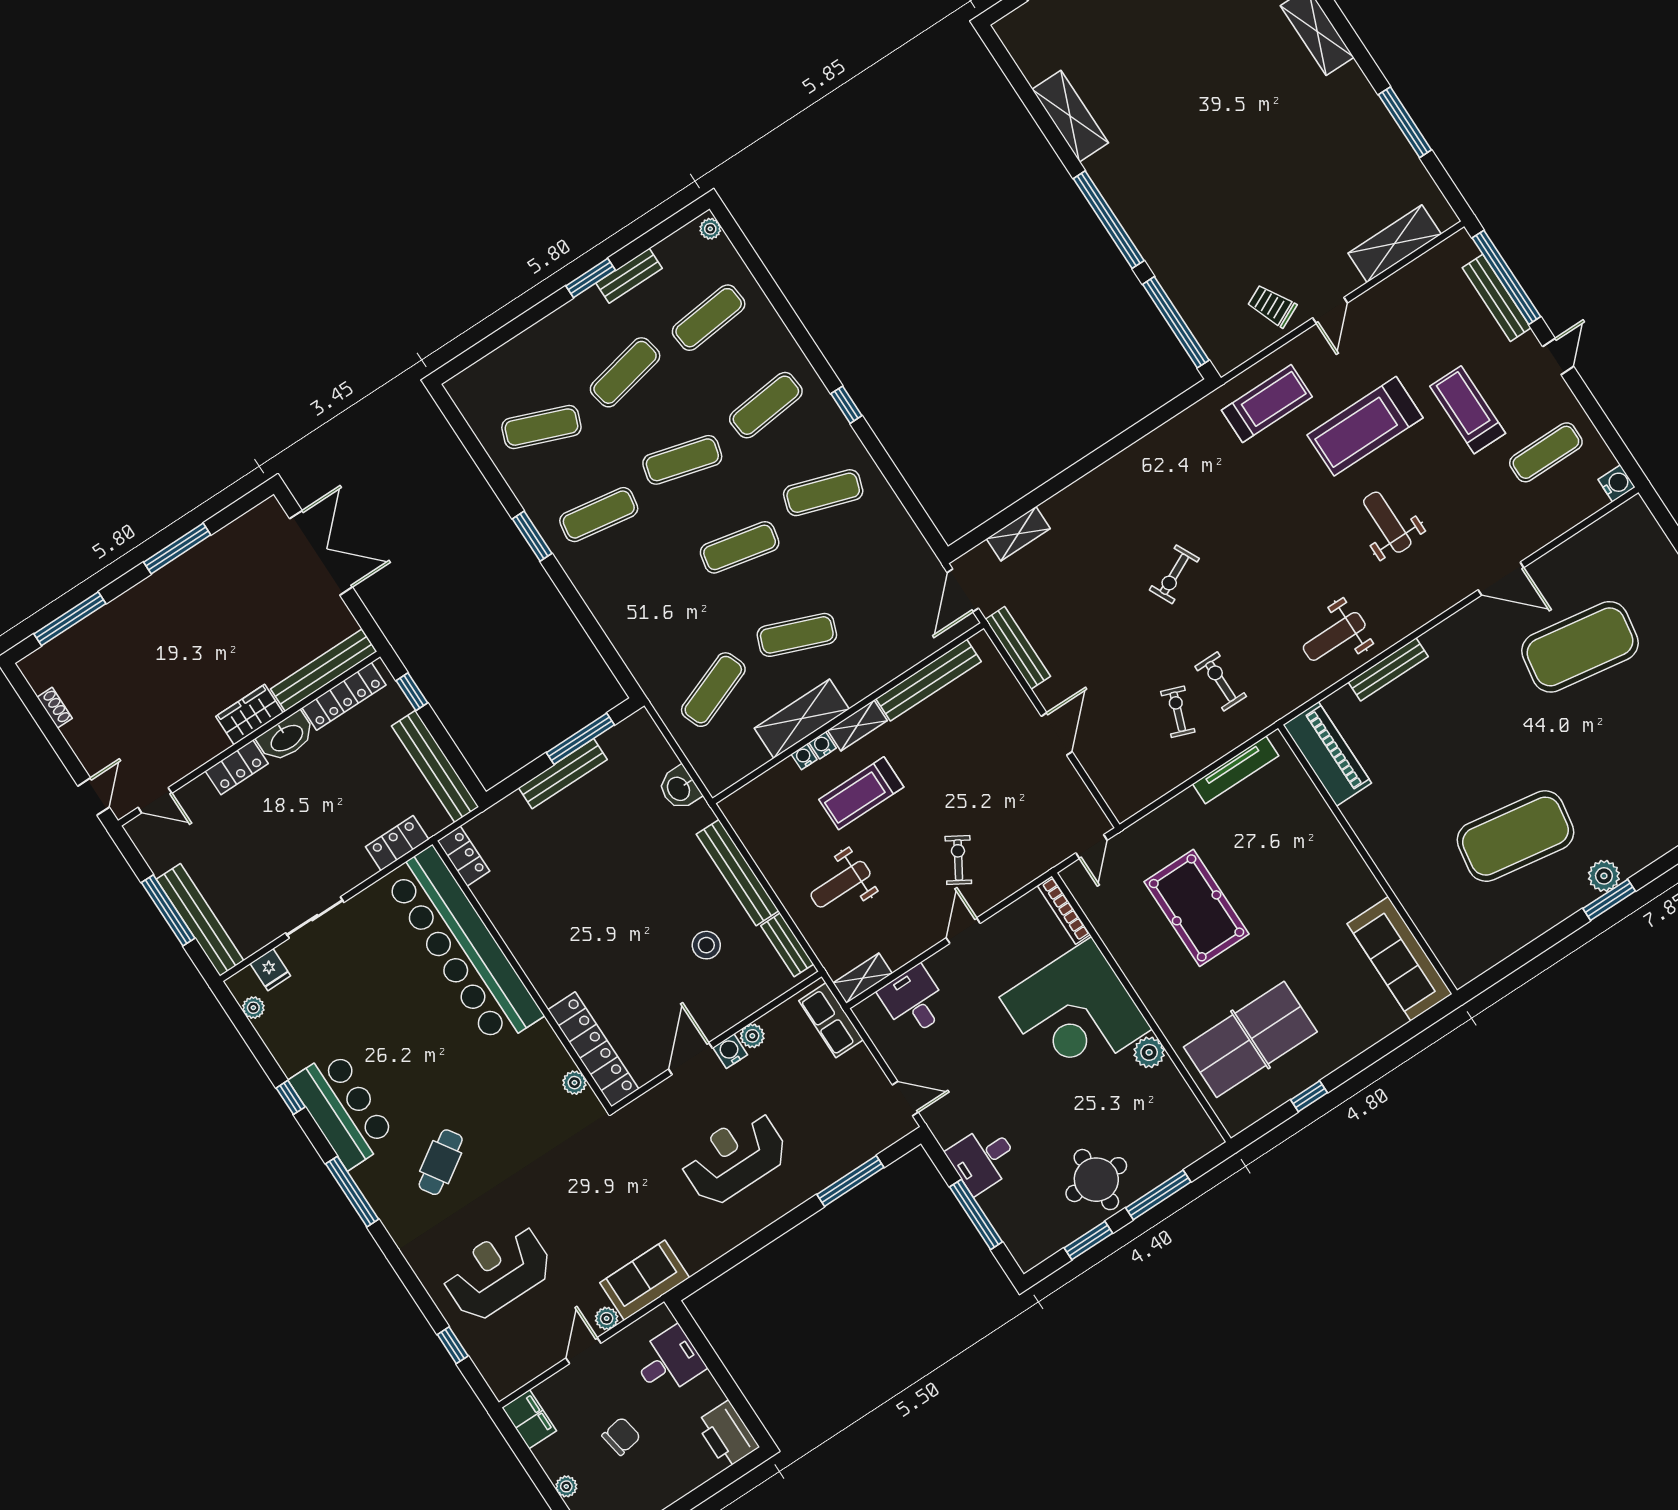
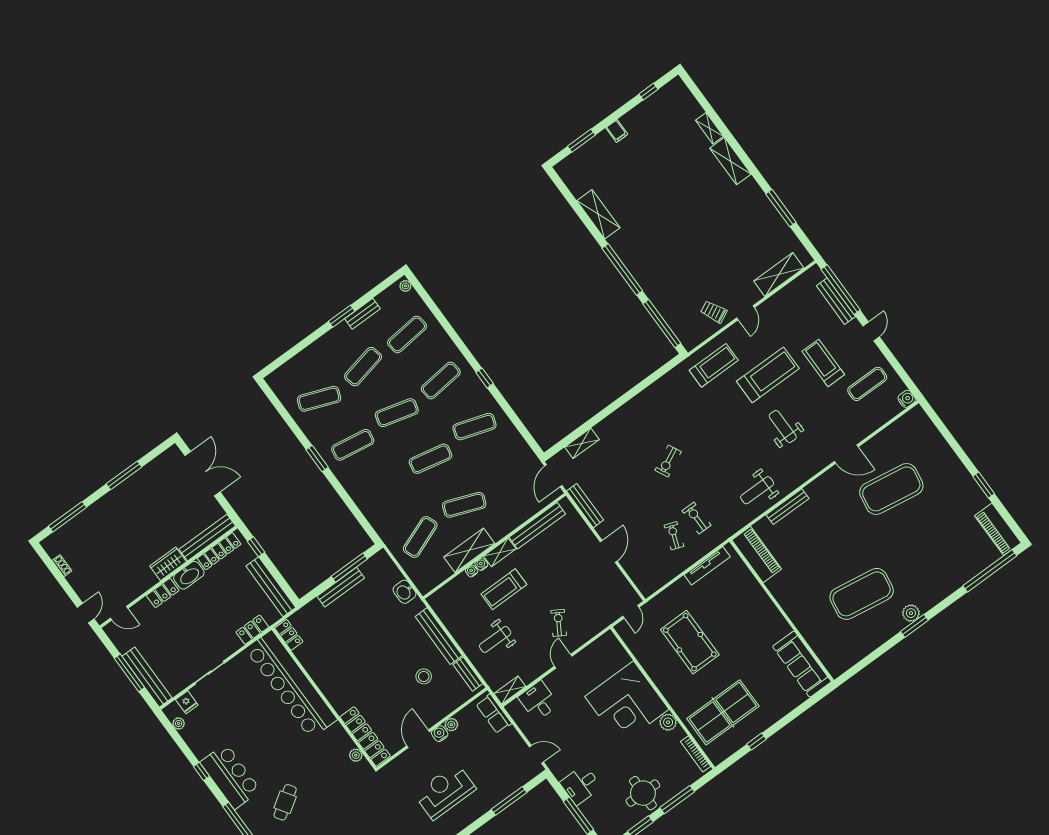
treadmill: (1365, 426) -> (768, 375), turned 180
bookcase: (1064, 910) -> (696, 754), moved

